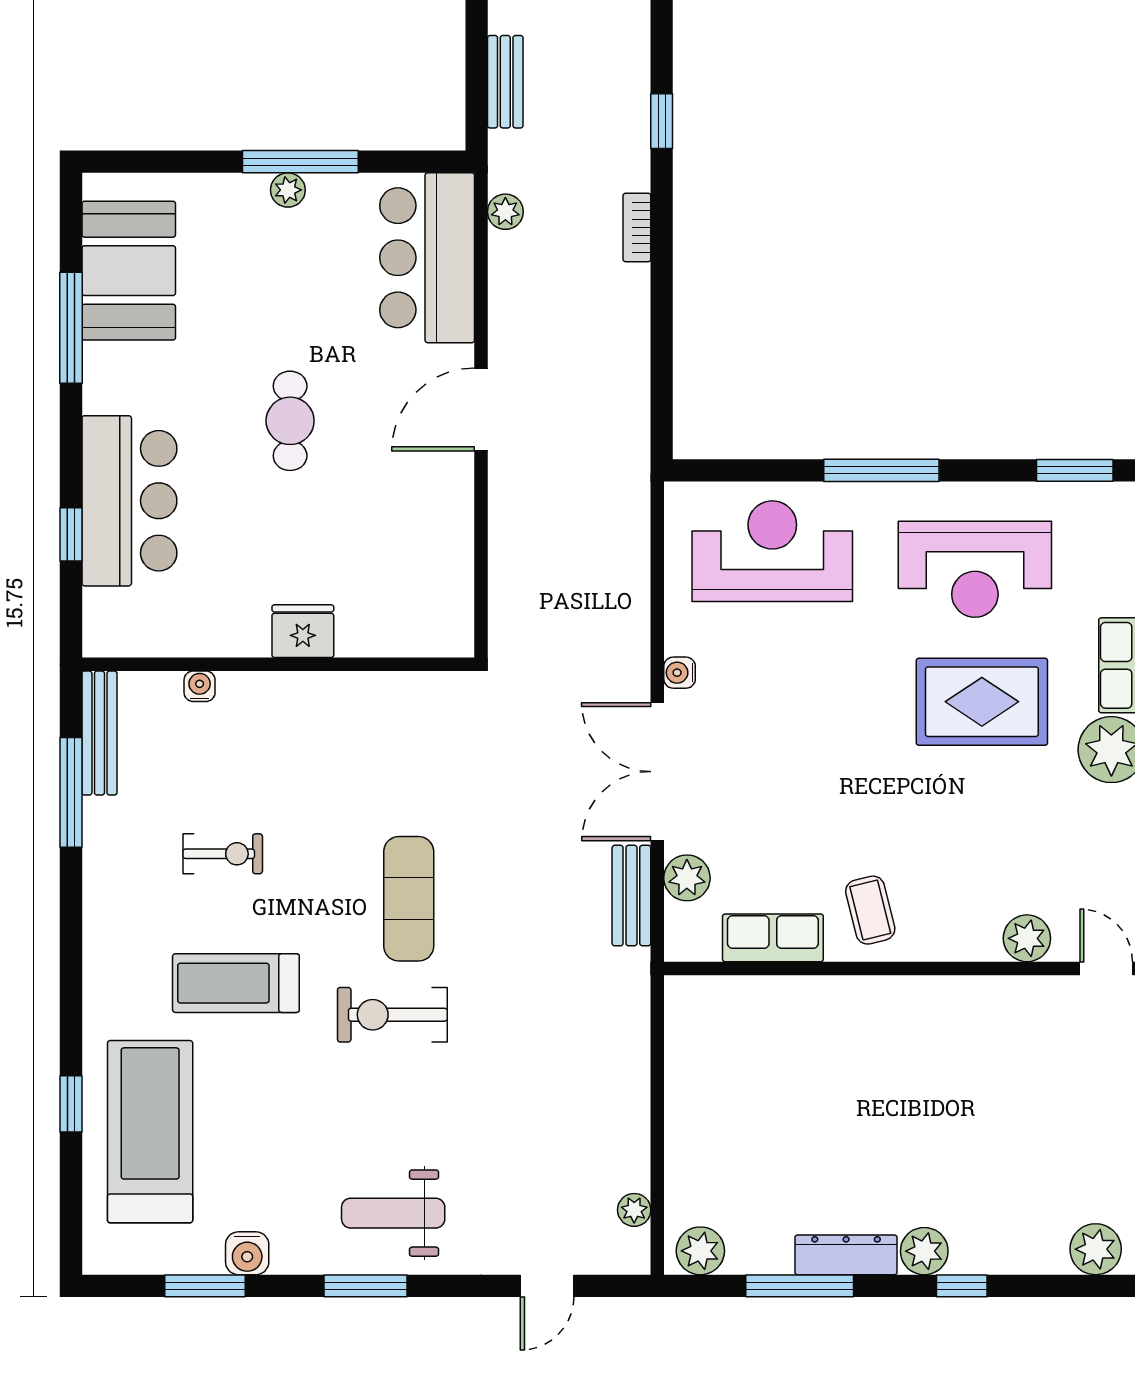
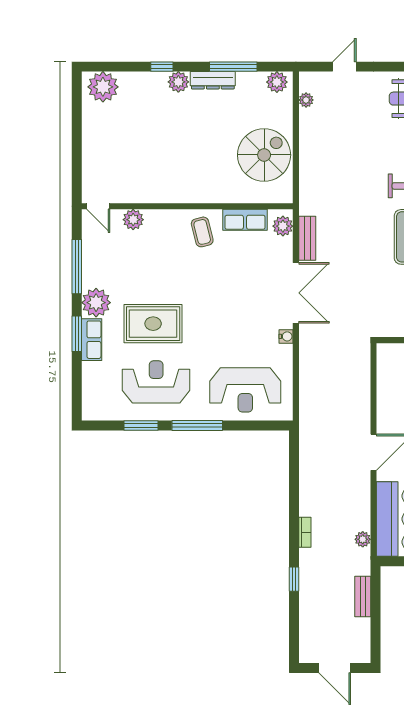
window: (1075, 470) -> (141, 425), moved
plant: (687, 878) -> (283, 226), moved
spiral stairs: (730, 1085) -> (264, 155), added
plant: (1096, 1249) -> (103, 87), width x1.36, depth x1.36

